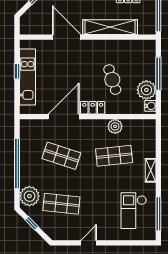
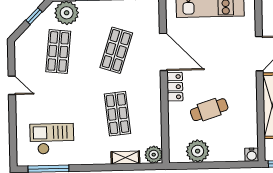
window: (158, 74) -> (218, 165), removed
water cooler: (150, 106) -> (252, 155), moved
plant: (115, 126) -> (154, 155), moved
shelving: (151, 170) -> (125, 158), moved

